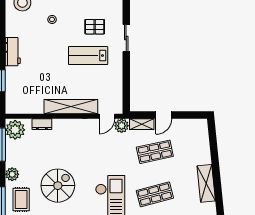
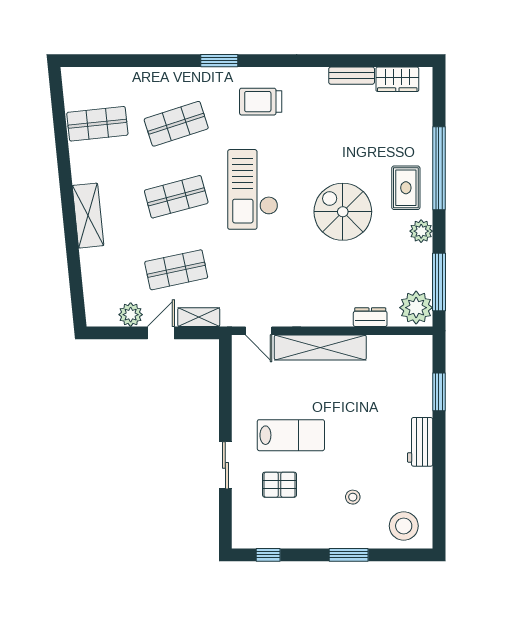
door: (107, 116) -> (259, 331), swing flipped
plant: (122, 126) -> (131, 315), moved
spiral stairs: (58, 186) -> (343, 212), turned 90

